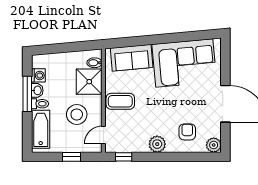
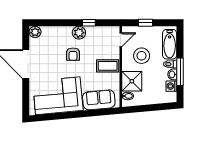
armchair: (187, 132) -> (73, 54), moved
window: (124, 157) -> (89, 23), moved

